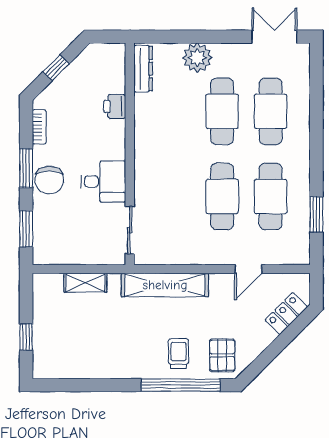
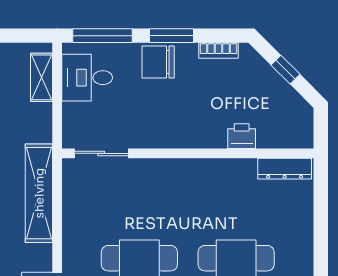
plant: (197, 58) -> (297, 230), removed
desk: (103, 181) -> (87, 78), moved, turned 90
window: (26, 229) -> (102, 36), width x1.44
shelving: (85, 283) -> (41, 77), moved

